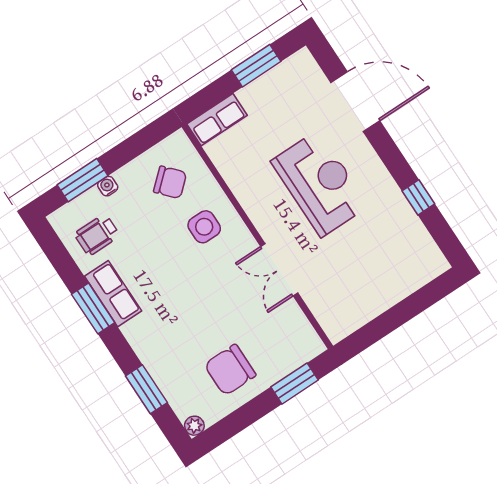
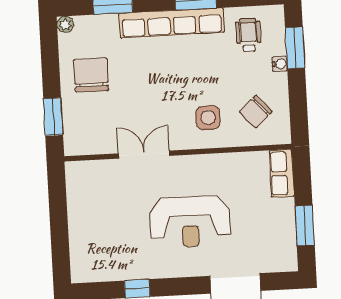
row of seats: (113, 294) -> (172, 23), width x2.02

